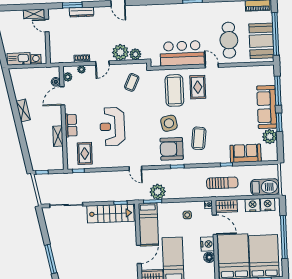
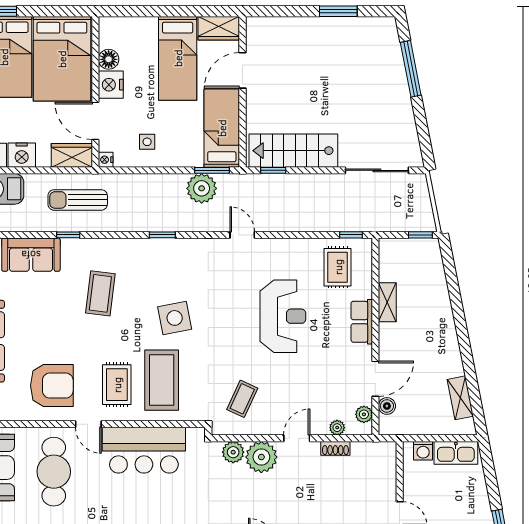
shelving: (23, 111) -> (460, 398), moved
coffee table: (199, 138) -> (100, 293), moved
armchair: (172, 149) -> (52, 386), moved

